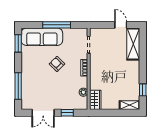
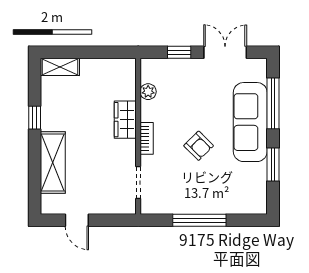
sofa: (42, 37) -> (250, 122), moved, turned -90
window: (18, 43) -> (273, 164), moved
shelving: (133, 44) -> (53, 163), moved
window: (143, 90) -> (35, 118), moved
wardrobe: (95, 100) -> (125, 120), moved

